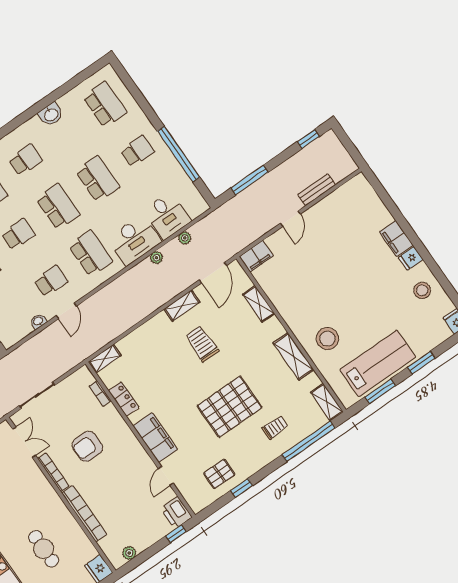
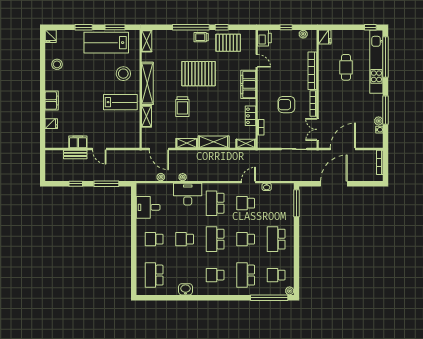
window: (308, 139) -> (76, 184), moved
window: (179, 154) -> (134, 223), removed
school desk: (98, 179) -> (185, 239), width x0.54
desk: (167, 216) -> (148, 207), moved, turned -90
door: (290, 219) -> (99, 149), swing flipped
filing cabinet: (256, 256) -> (78, 142), moved
fridge: (411, 258) -> (51, 124), moved
door: (213, 273) -> (159, 149), swing flipped
lab bench: (305, 299) -> (120, 102), added
shelving: (148, 332) -> (214, 142), added
trolley: (202, 344) -> (182, 107), moved
shelving: (293, 356) -> (147, 83), width x1.47
trolley: (275, 428) -> (201, 37), moved
window: (308, 441) -> (191, 27), moved
armchair: (87, 446) -> (286, 105), turned 180
pallet: (219, 474) -> (228, 43), width x1.50, depth x1.42
door: (166, 476) -> (257, 61), hinge flipped
window: (176, 534) -> (286, 27), moved

